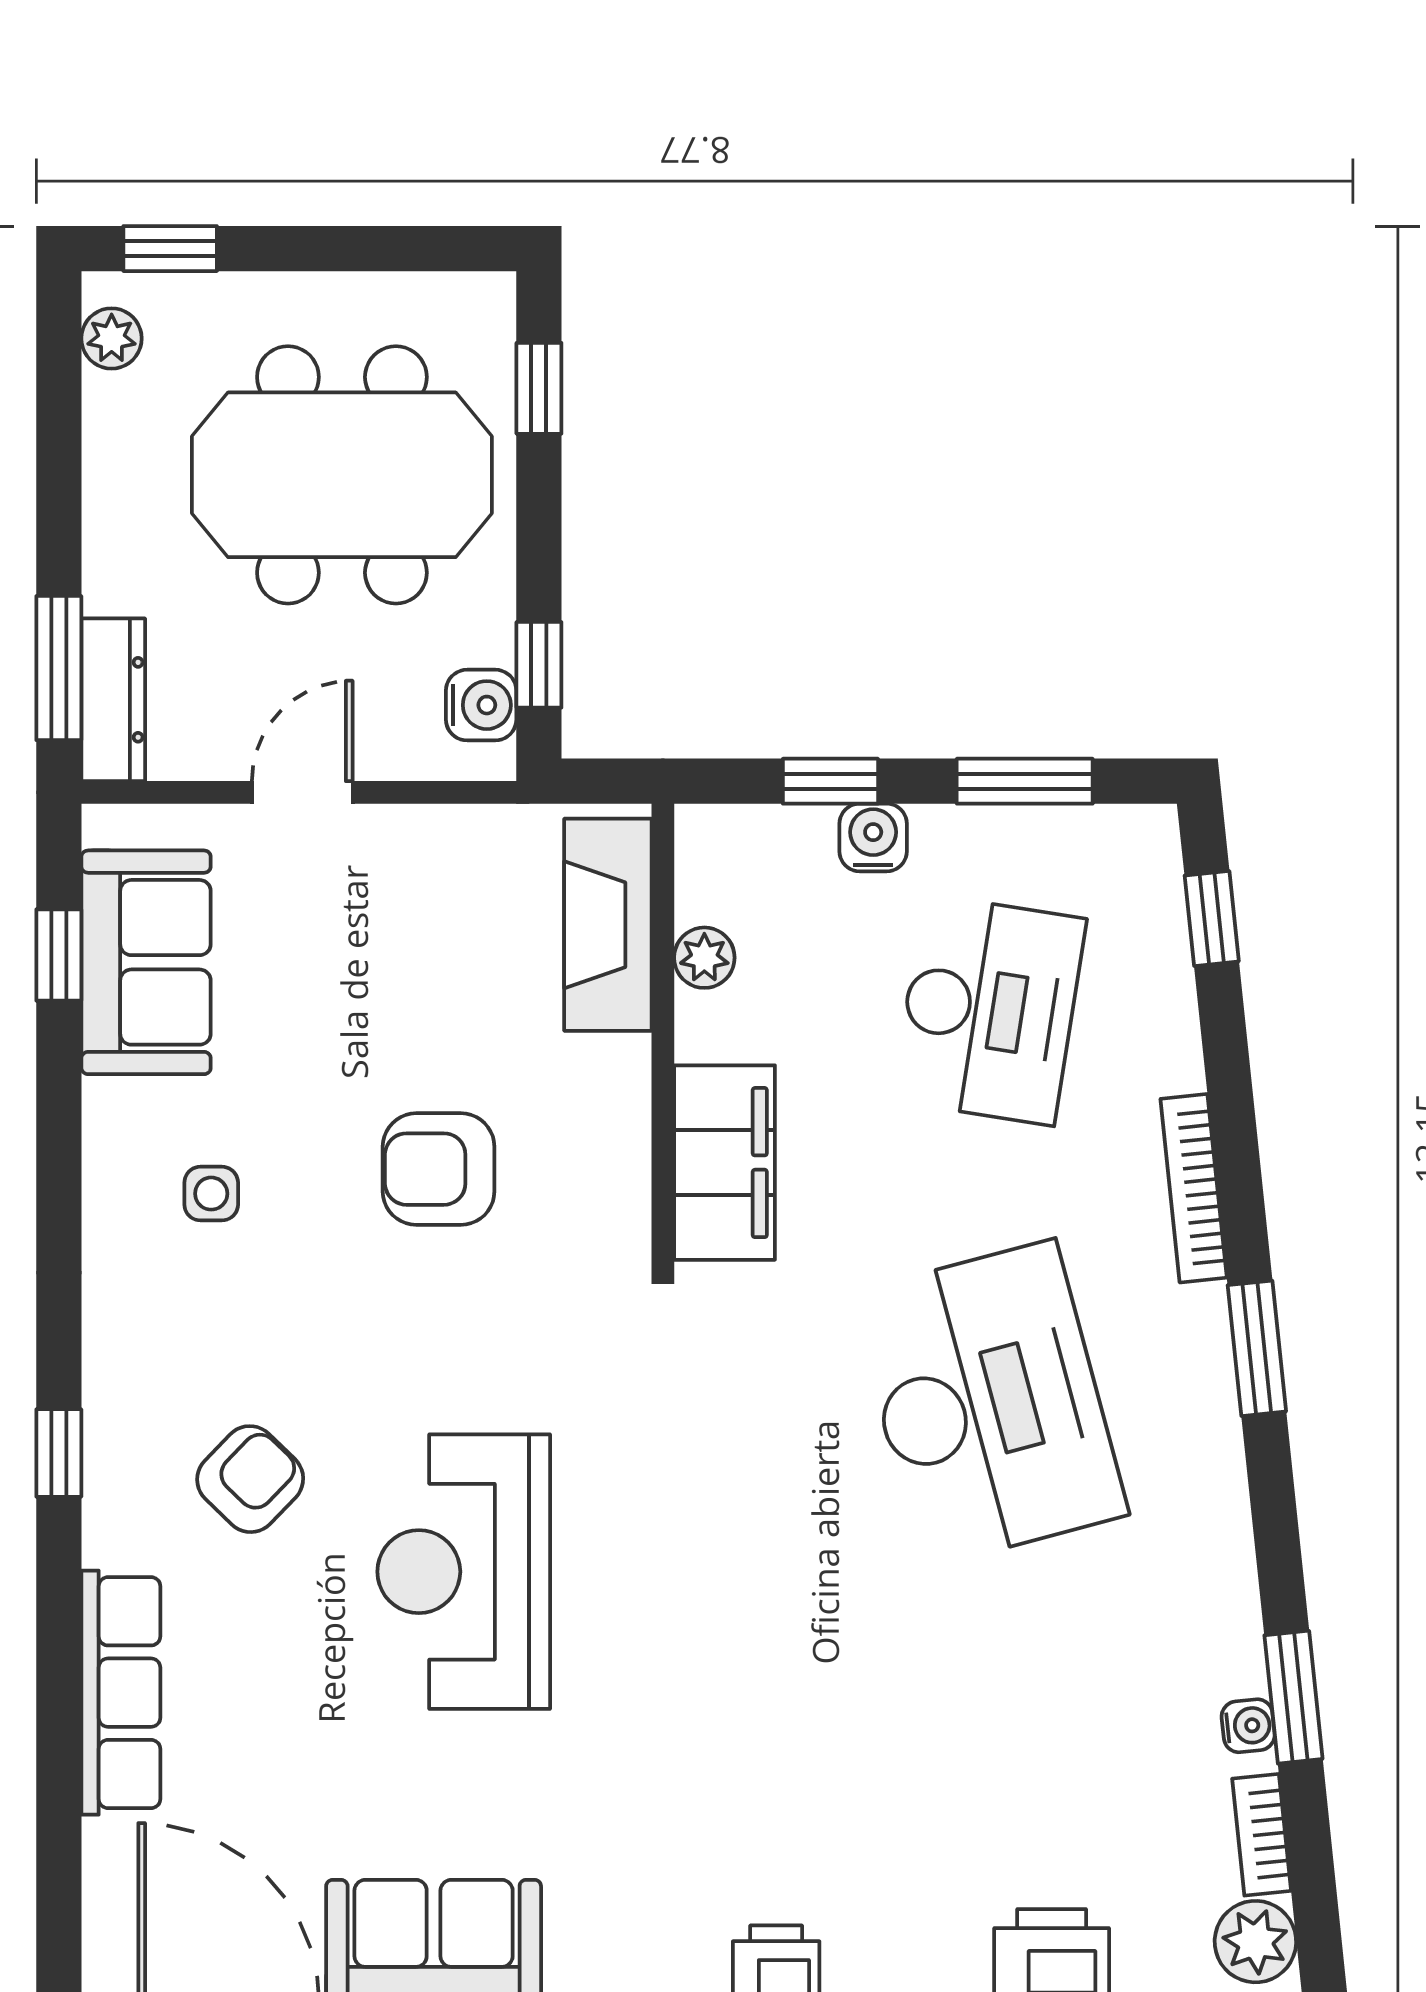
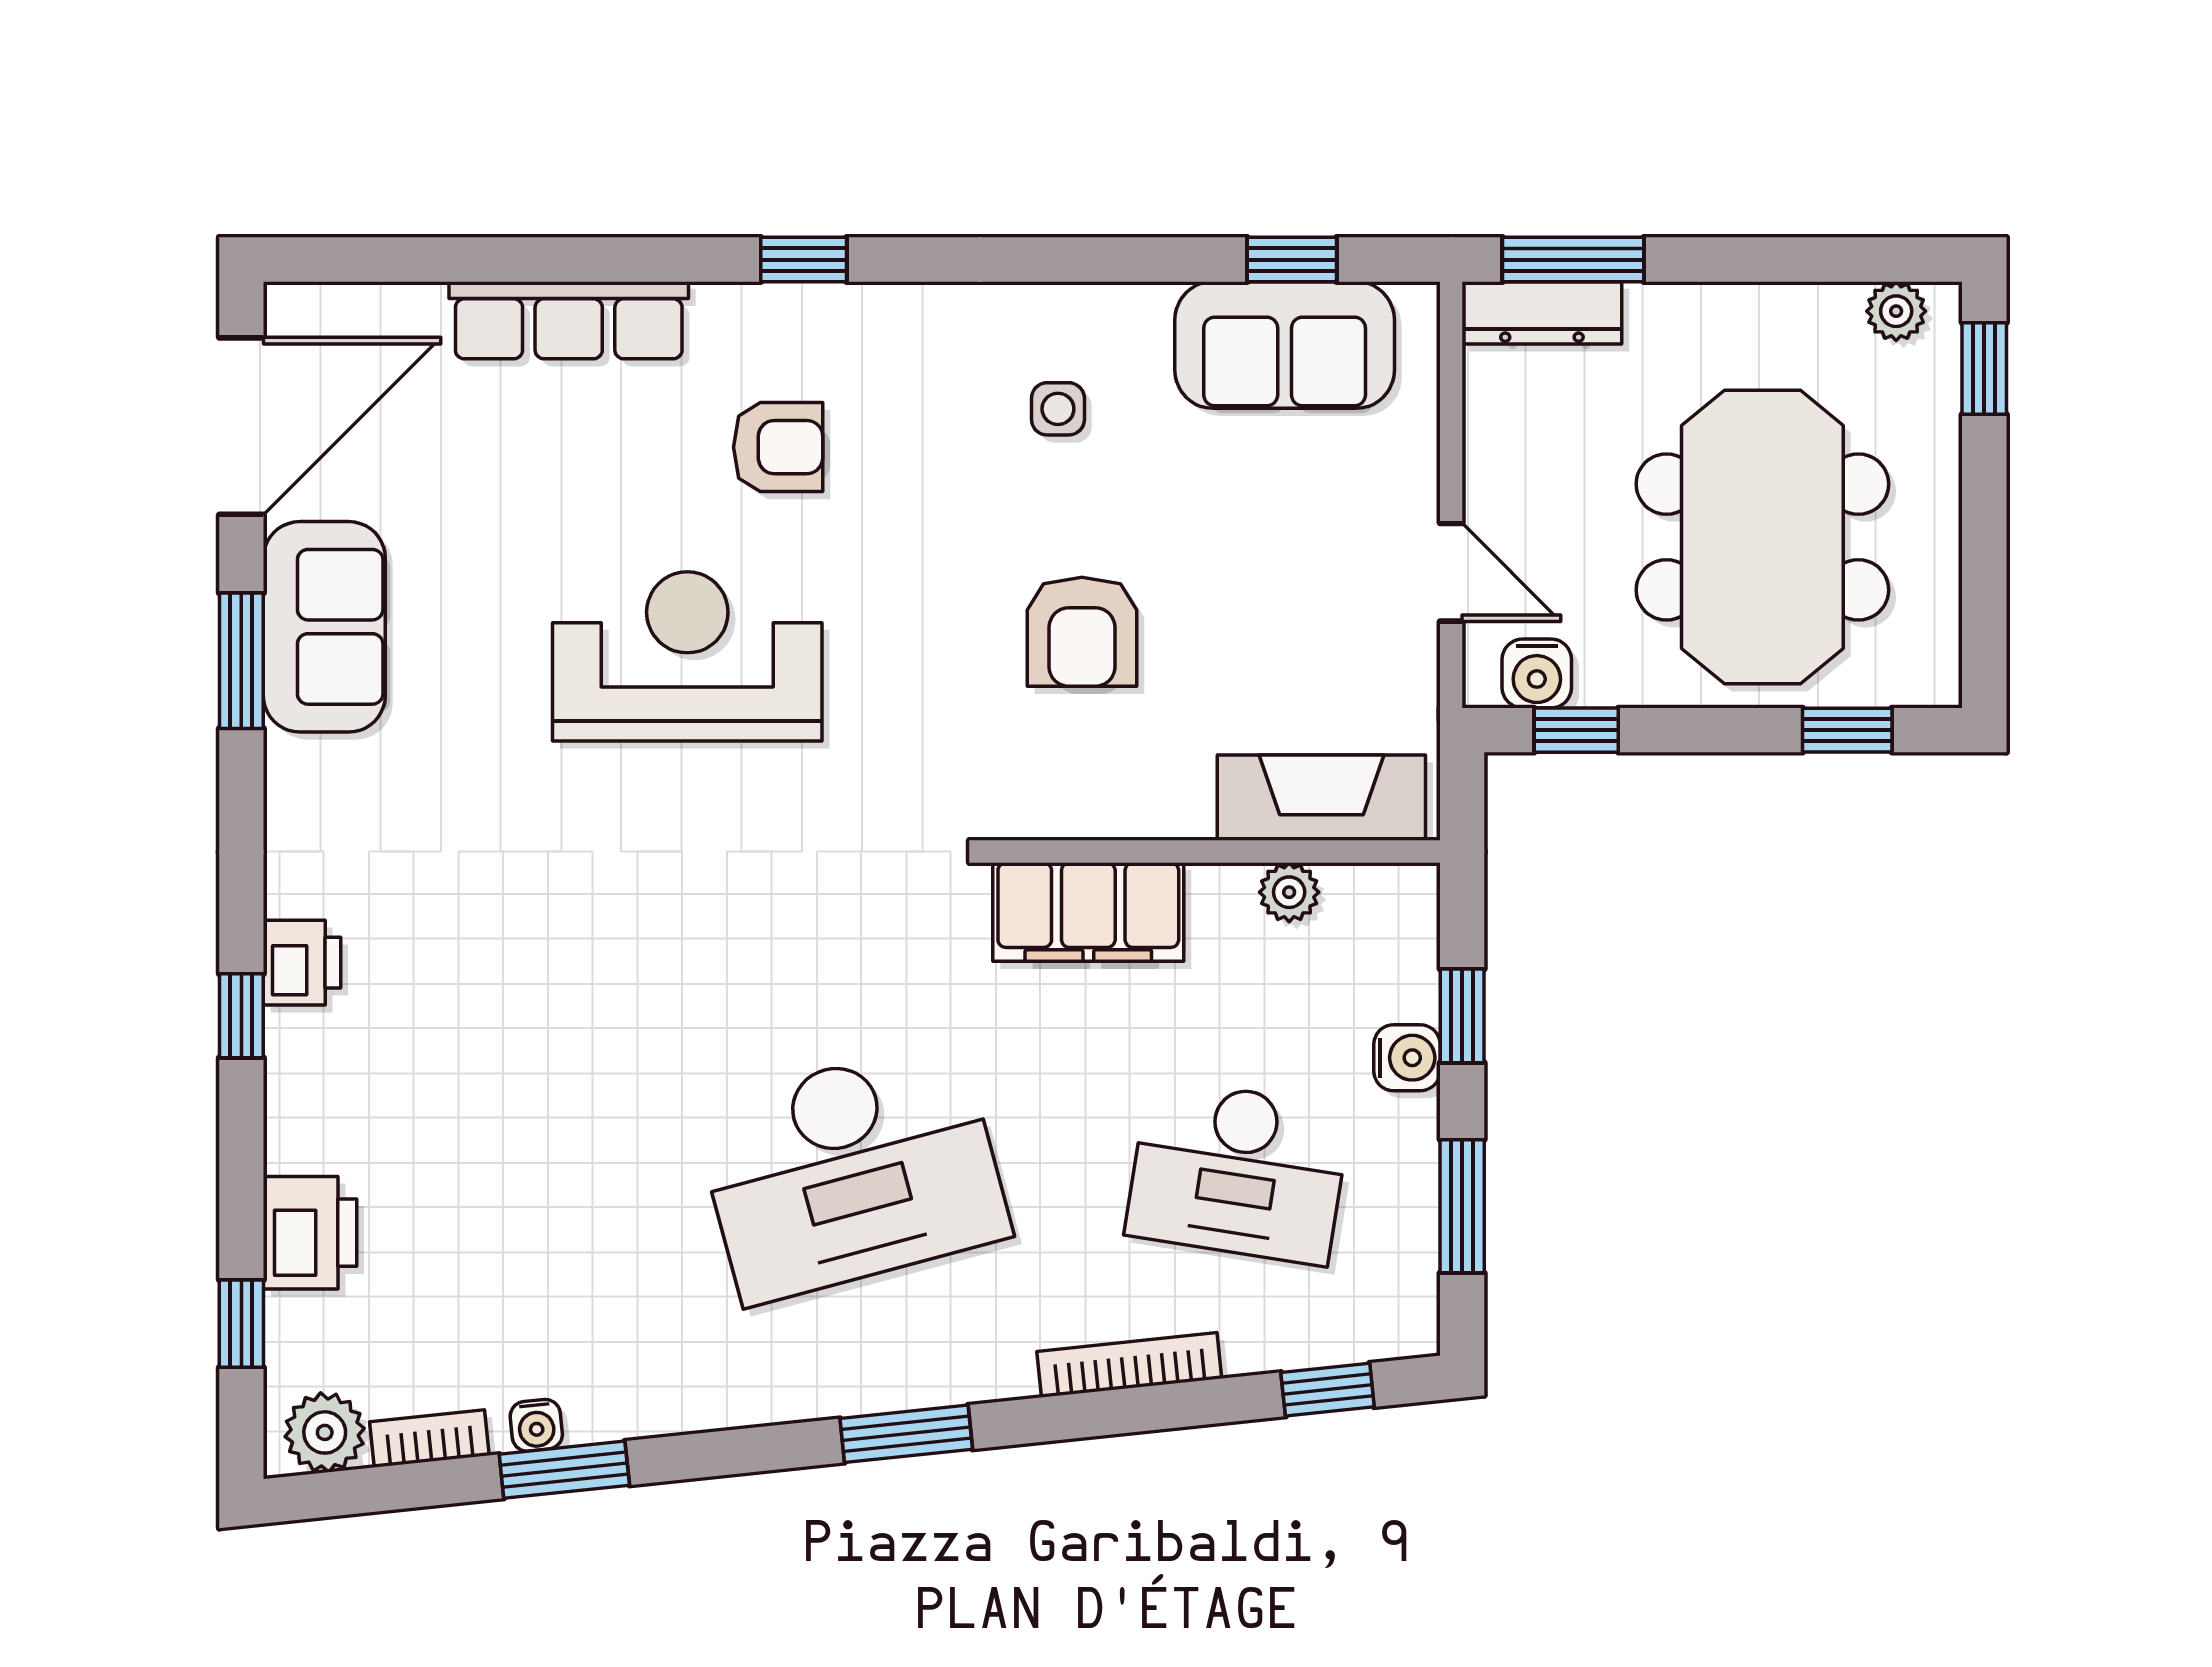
door: (302, 792) -> (1451, 572), moved
armchair: (439, 1169) -> (1082, 632), turned 180
bookcase: (1194, 1188) -> (1129, 1365), moved
armchair: (250, 1479) -> (778, 447), turned -44

